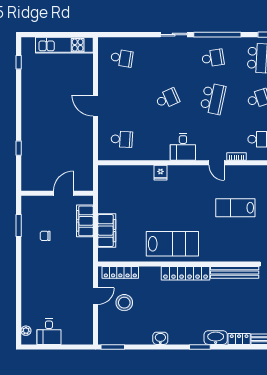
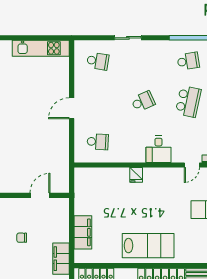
sliding door: (174, 35) -> (128, 38), moved
door: (95, 106) -> (72, 108), hinge flipped
door: (217, 163) -> (192, 165), hinge flipped
filing cabinet: (85, 221) -> (61, 259), moved

